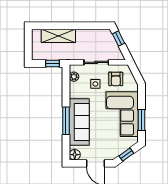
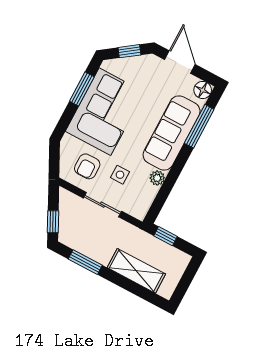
window: (89, 26) -> (85, 262), added
plant: (74, 77) -> (157, 178), moved
armchair: (116, 79) -> (87, 166), turned 180
window: (66, 121) -> (199, 126), moved

